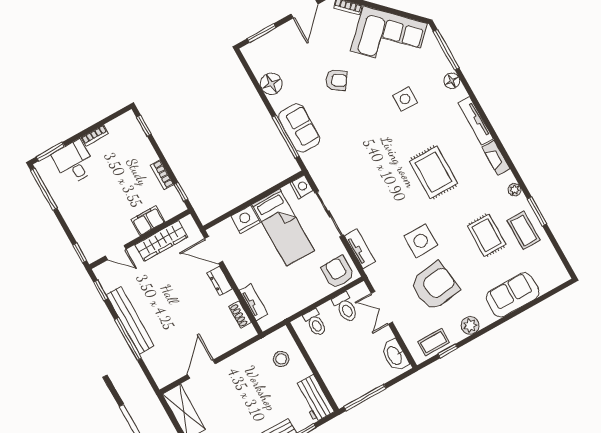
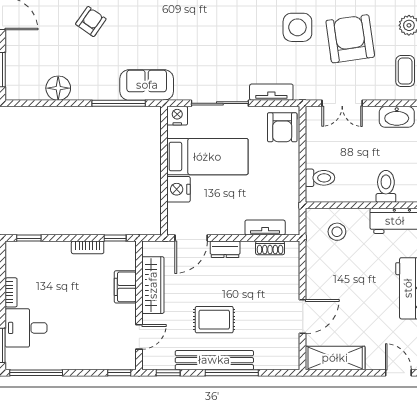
sofa: (299, 128) -> (147, 85), moved
armchair: (338, 272) -> (282, 127), turned -90
rug: (161, 303) -> (214, 320), added
toilet: (345, 307) -> (386, 186), moved, turned -90
door: (201, 369) -> (303, 317), swing flipped

